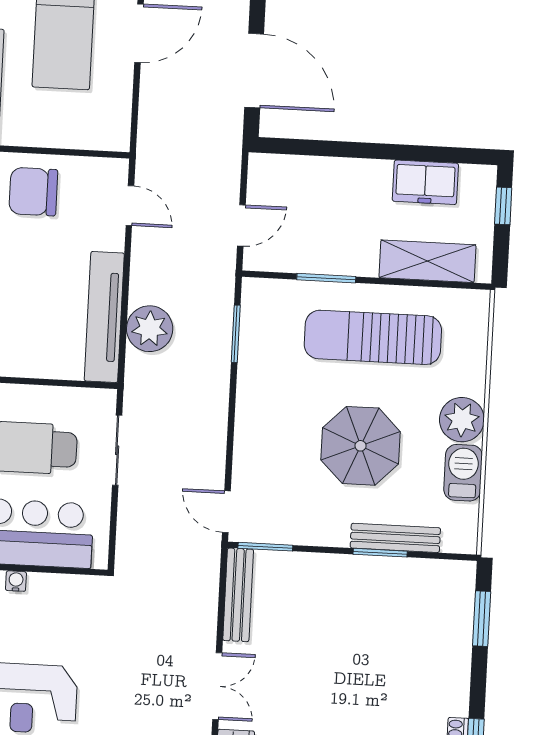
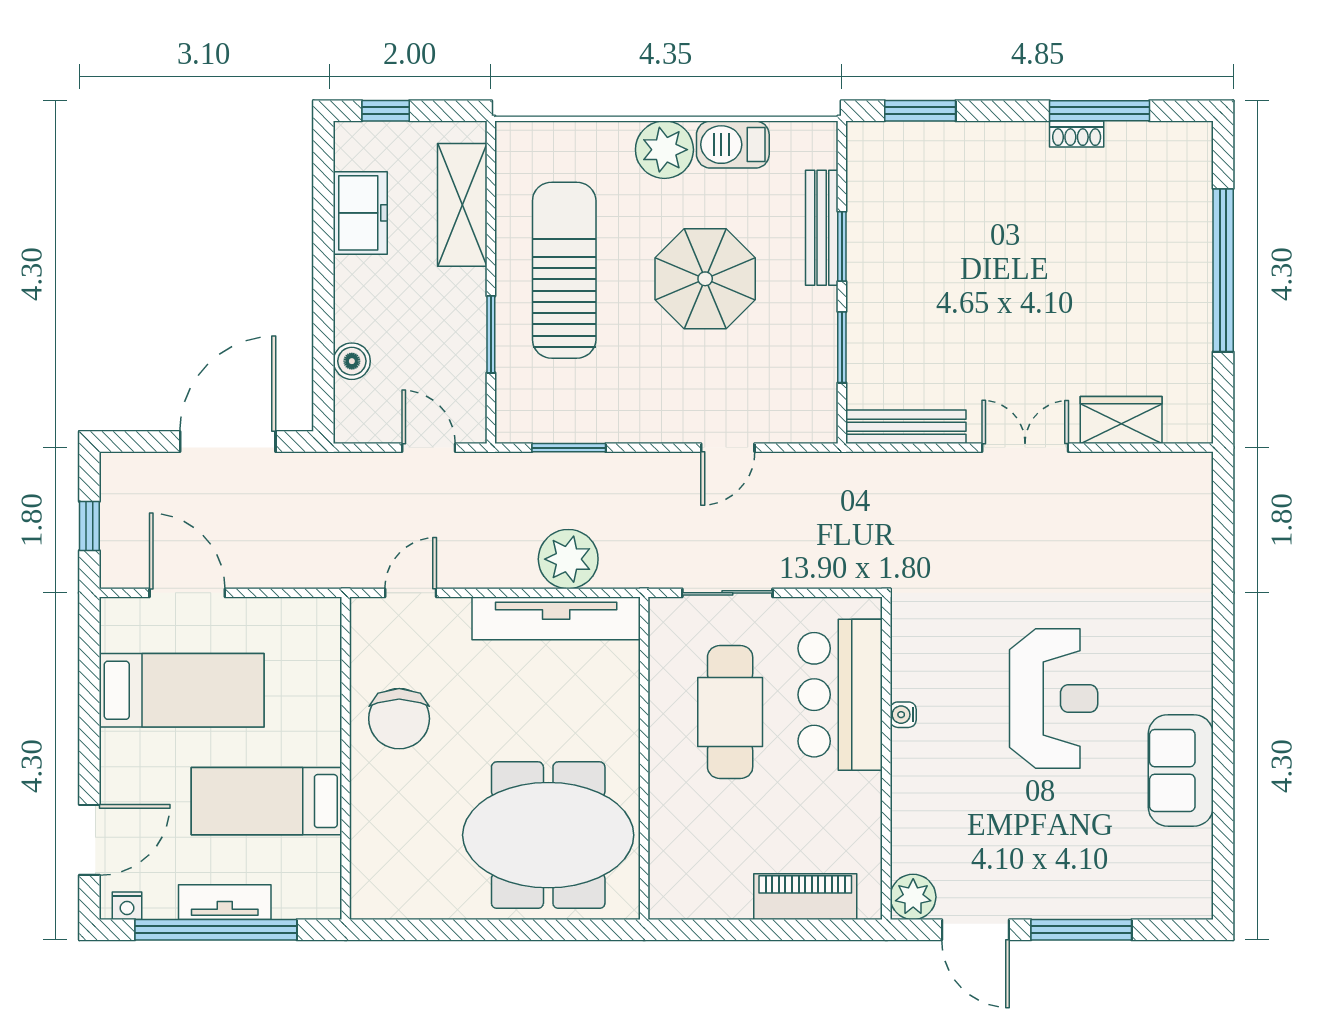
boiler: (311, 170) -> (352, 361), added
sun lounger: (373, 337) -> (564, 270), turned 180
door: (226, 512) -> (728, 448), moved
window: (265, 547) -> (842, 347), moved

